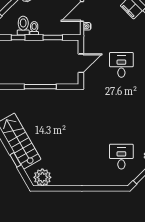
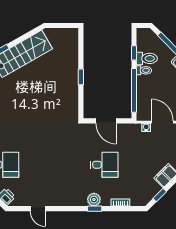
window: (53, 38) -> (134, 90), width x2.11
window: (40, 87) -> (81, 77), width x0.46

